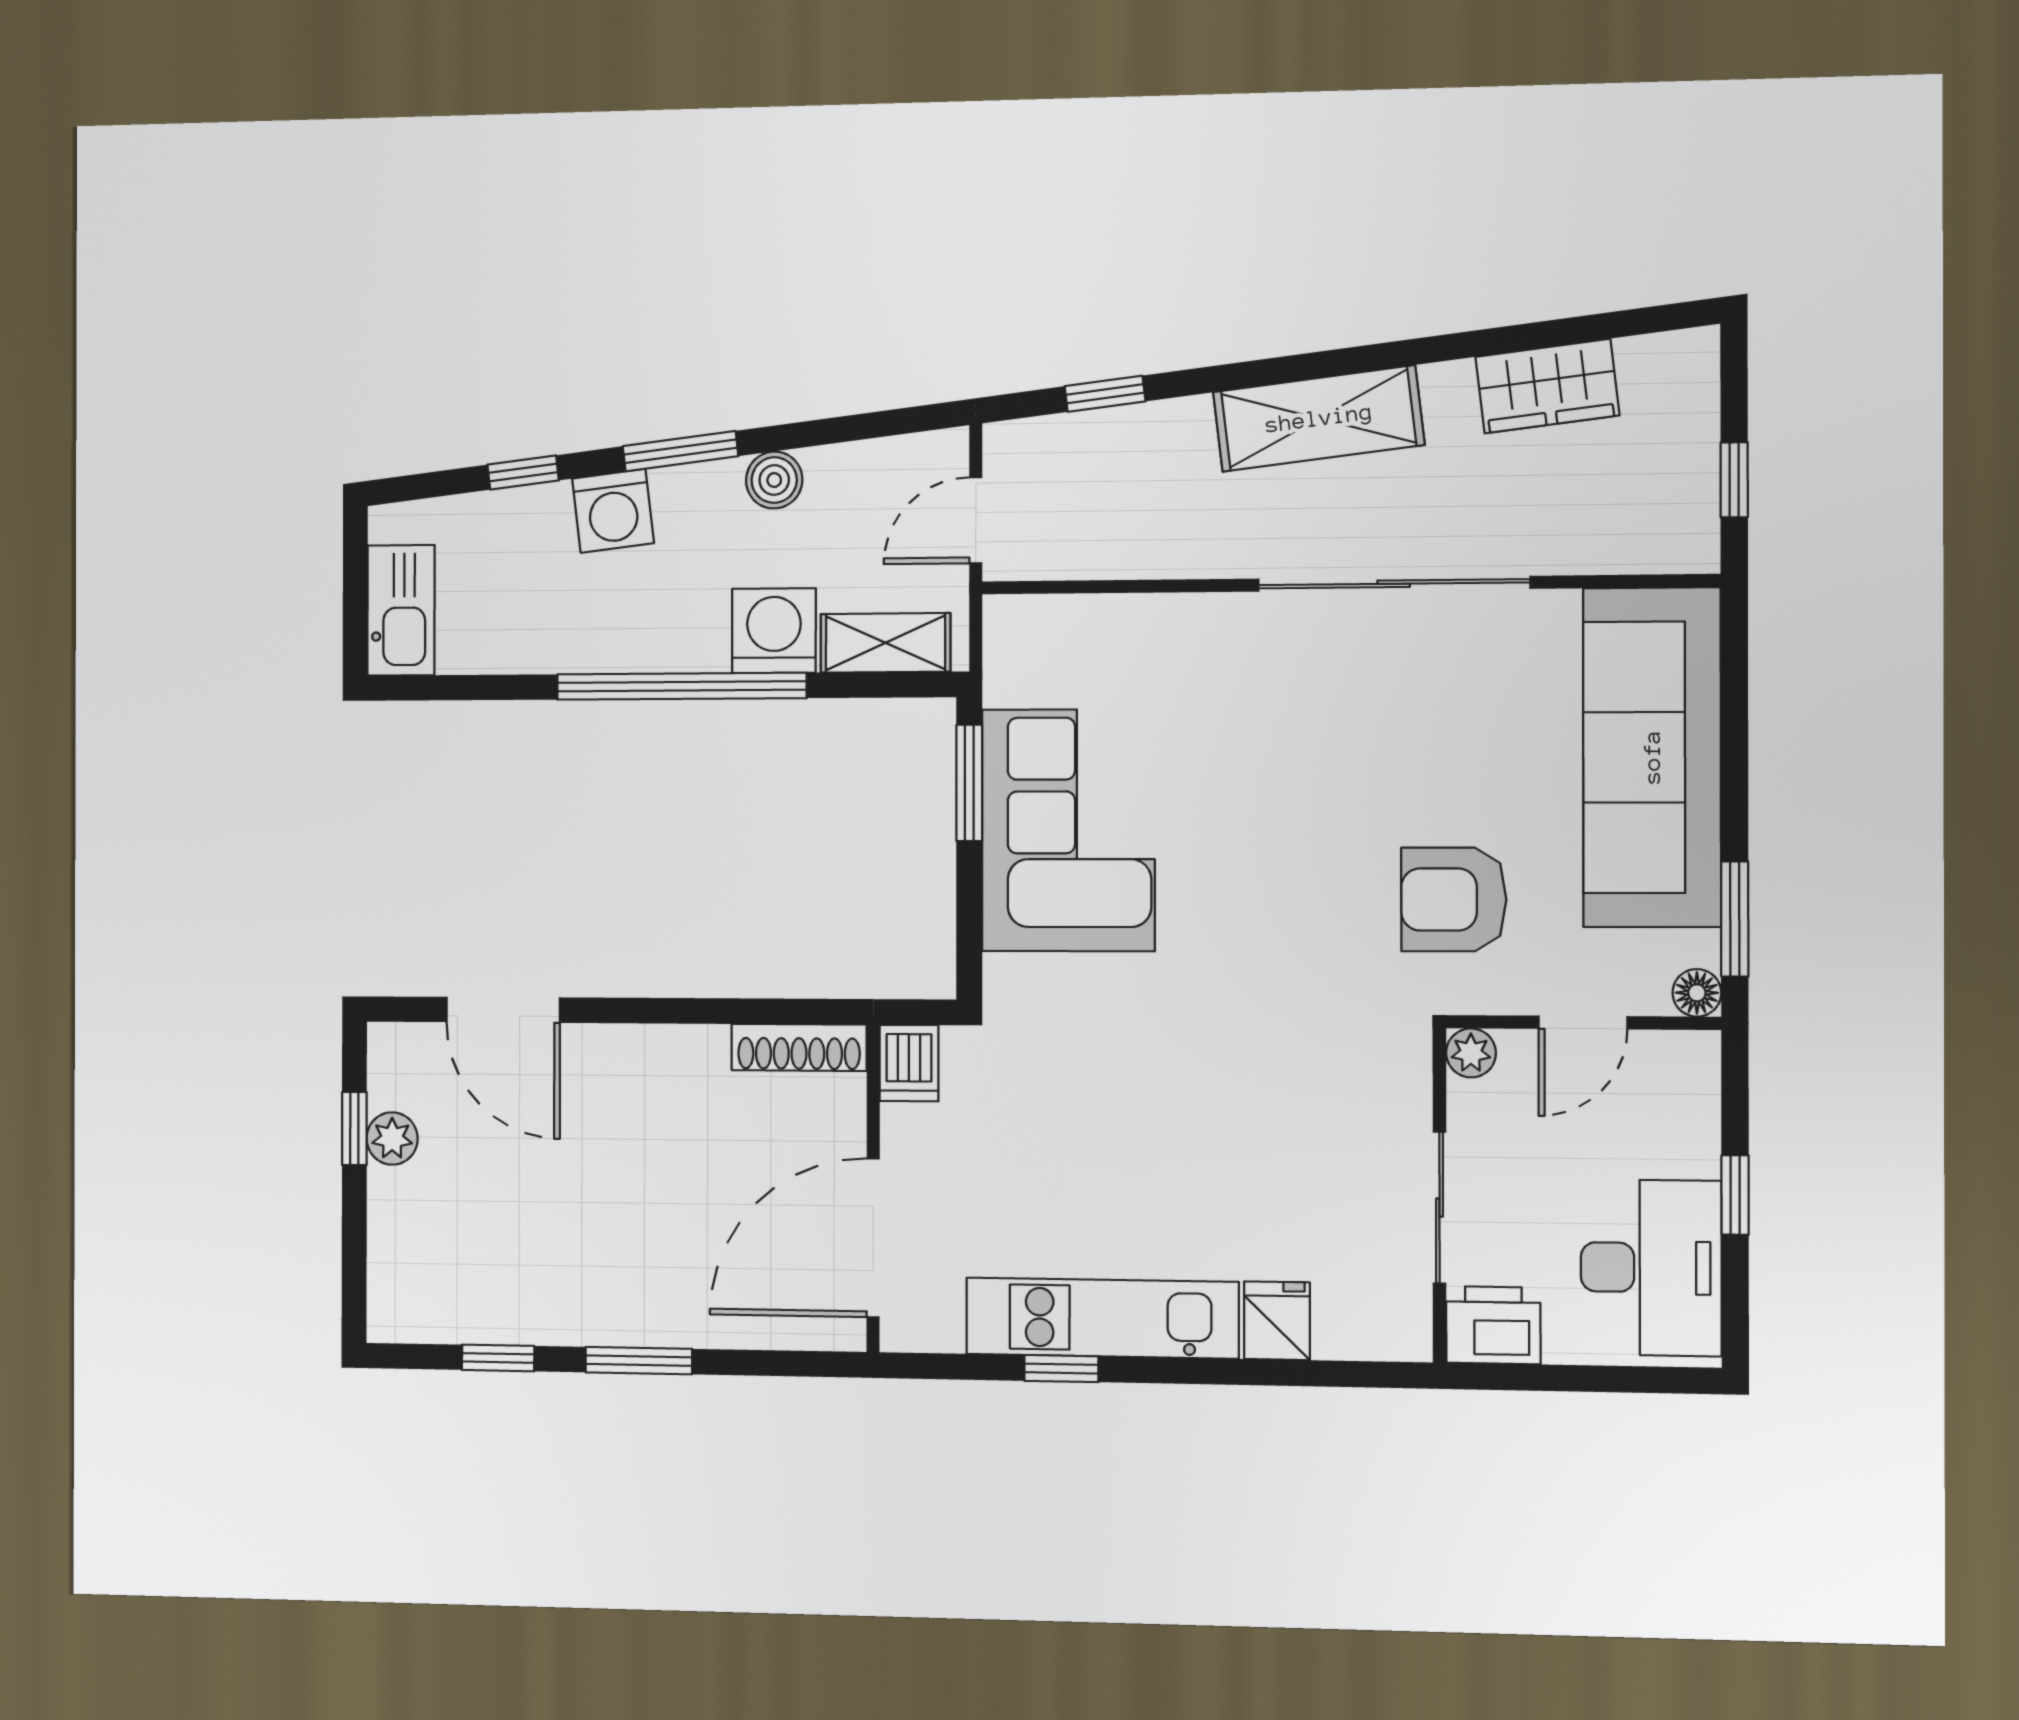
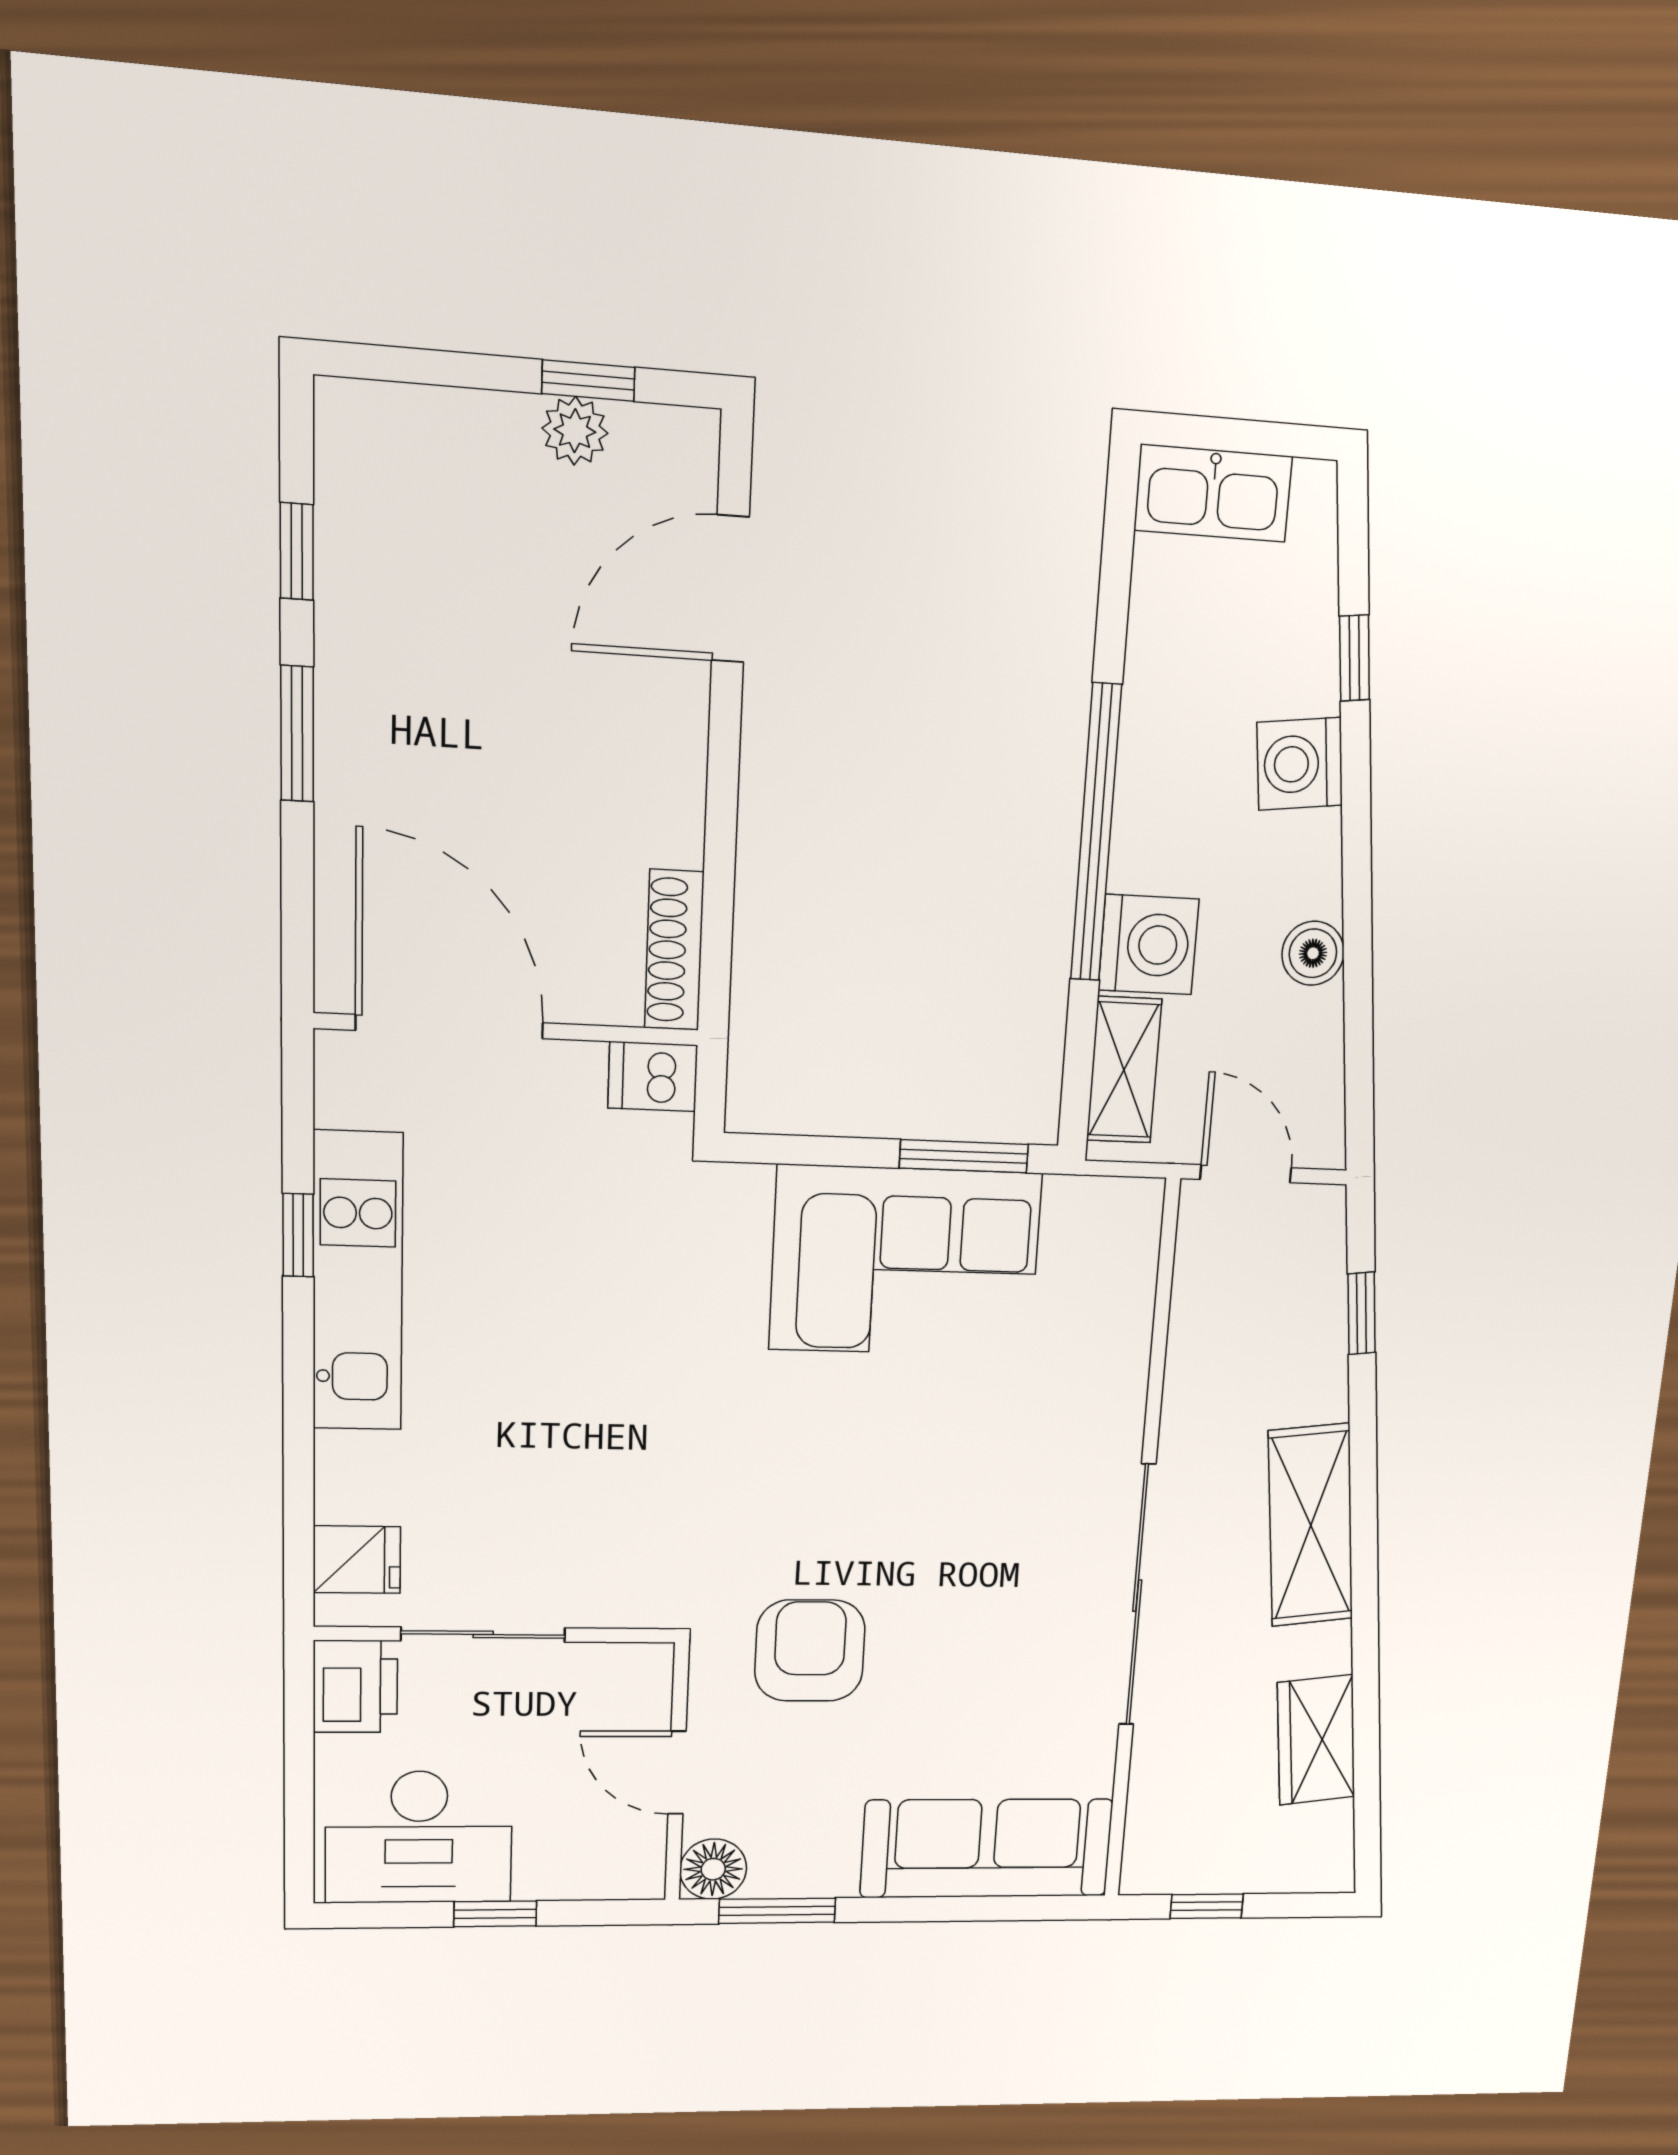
window: (680, 451) -> (1357, 847), removed
sofa: (1652, 757) -> (987, 1848), width x0.74, depth x0.79
floor lamp: (1697, 993) -> (713, 1869), width x1.37, depth x1.37
plant: (1471, 1053) -> (648, 1666), removed
fridge: (1277, 1321) -> (357, 1560), moved

